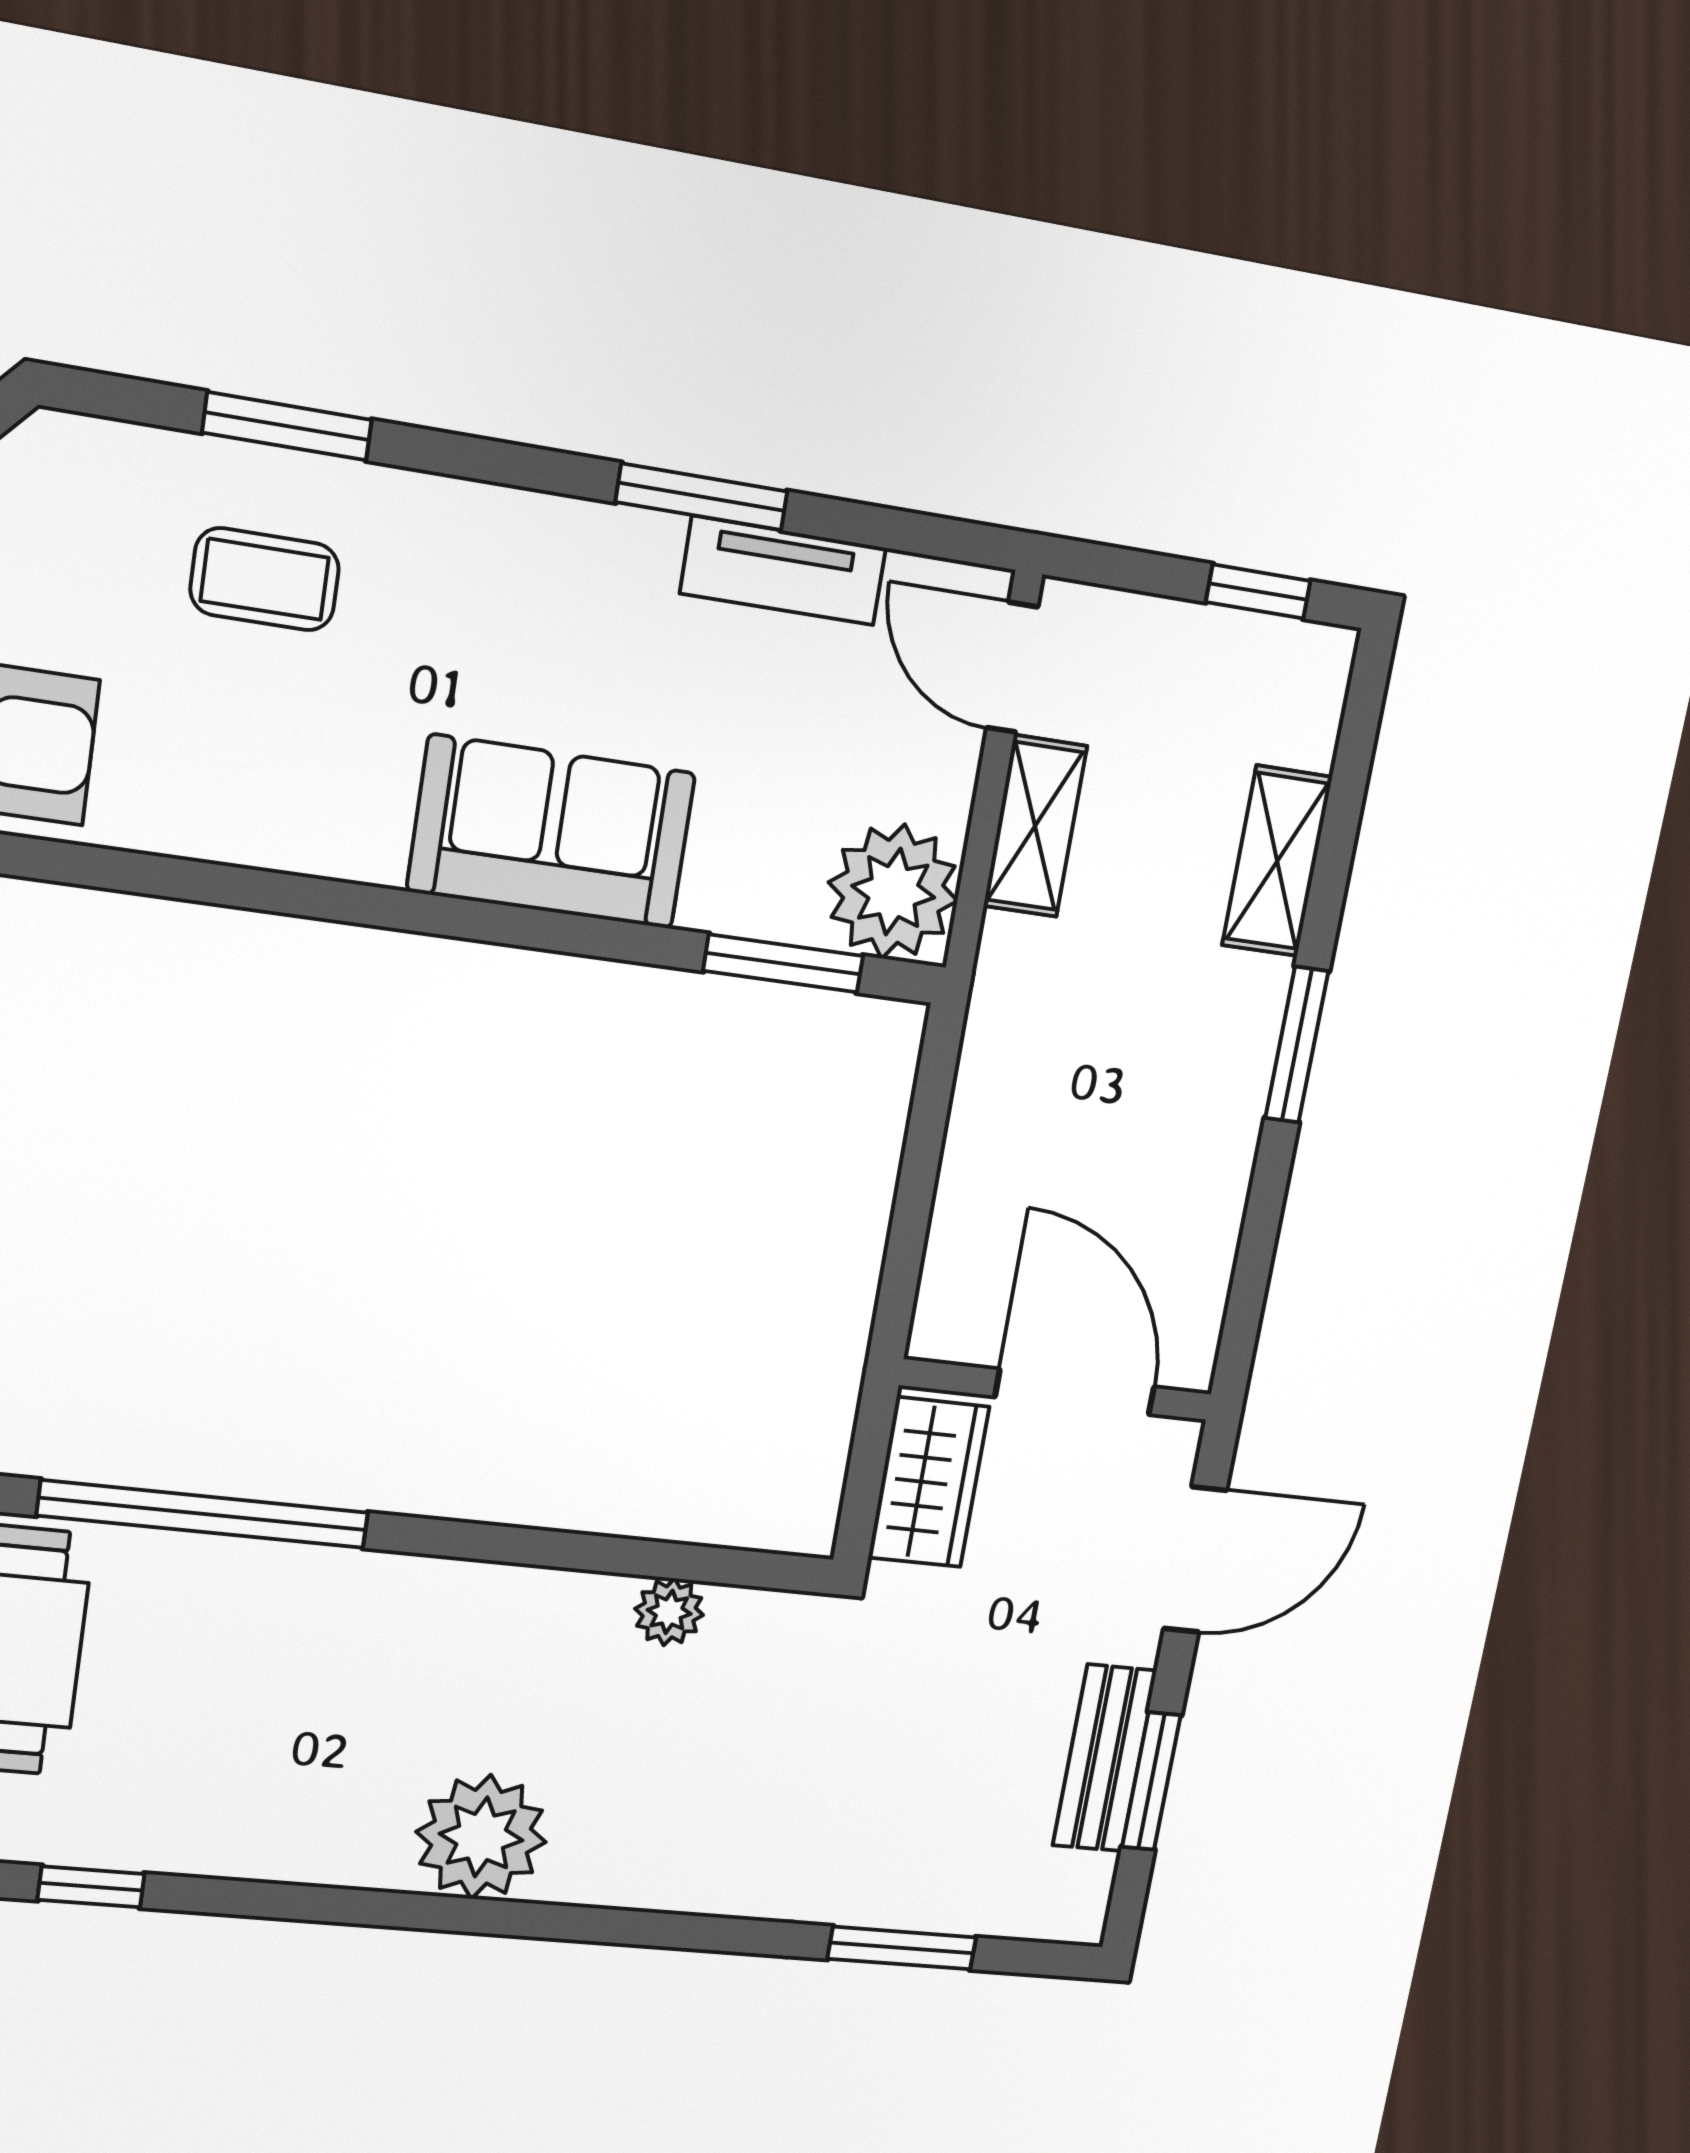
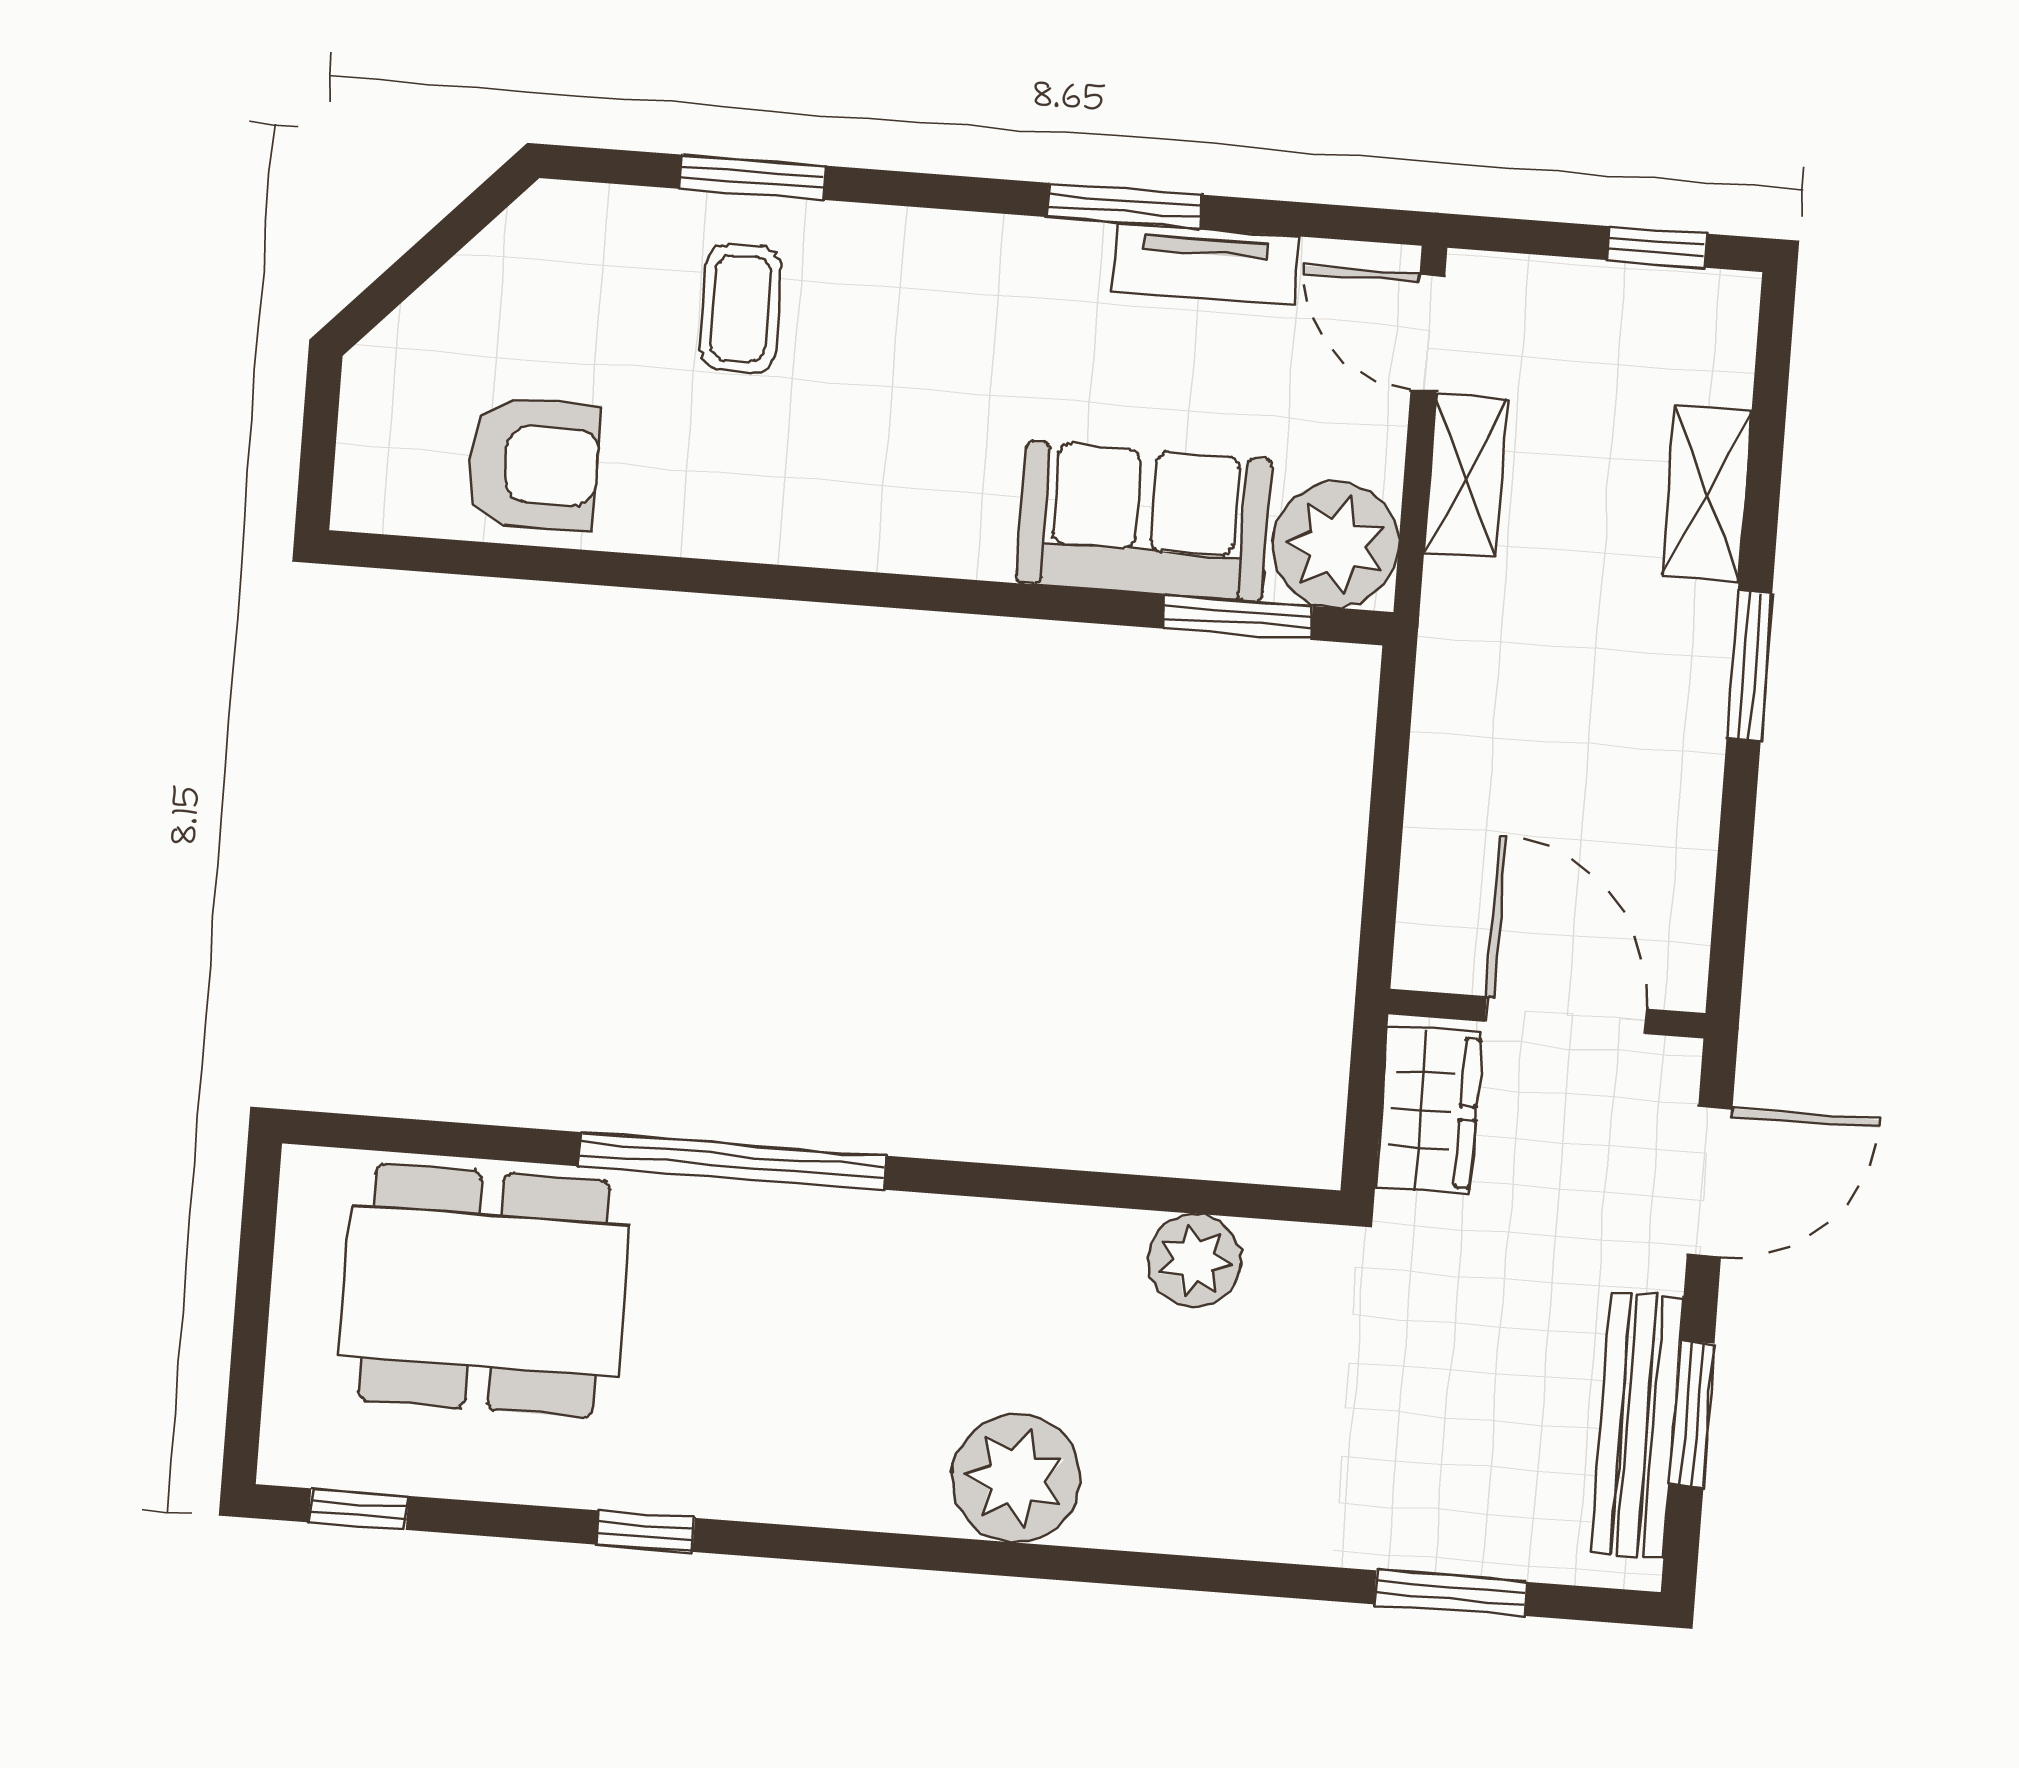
coffee table: (265, 579) -> (741, 308), turned 90
sofa: (551, 832) -> (1144, 521), moved
plant: (669, 1612) -> (1194, 1260), width x1.38, depth x1.38
bench: (1105, 1758) -> (1637, 1425), width x1.36

